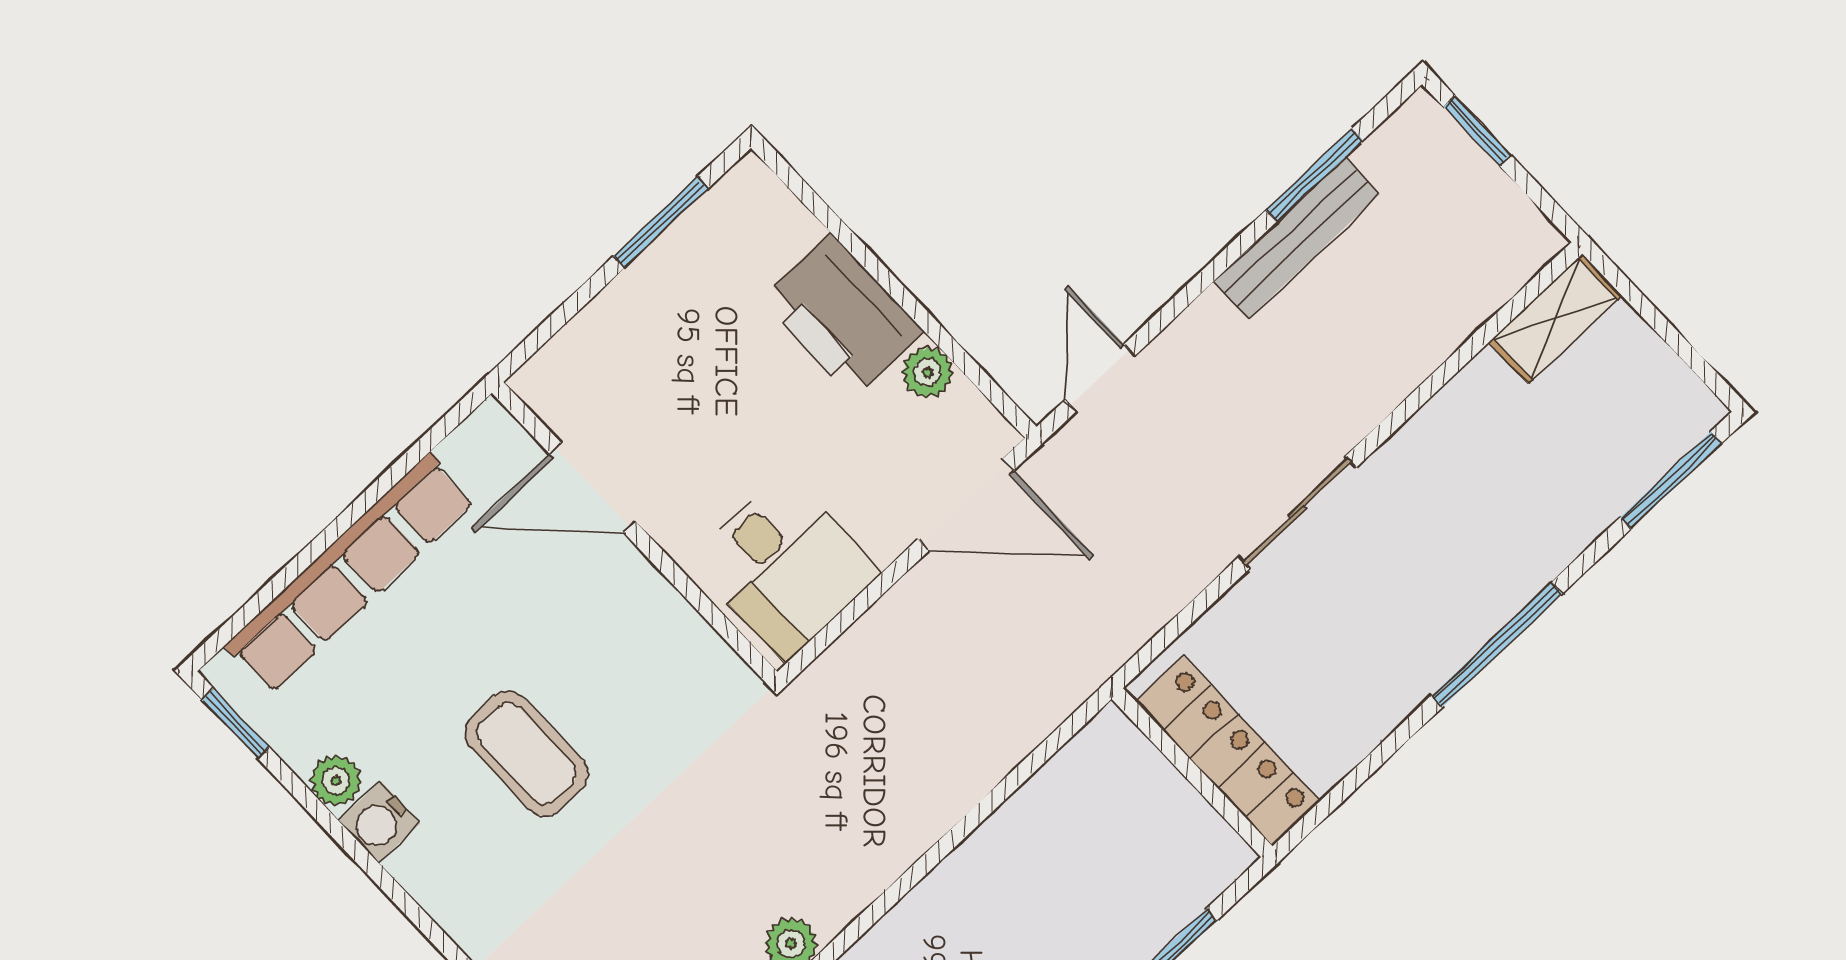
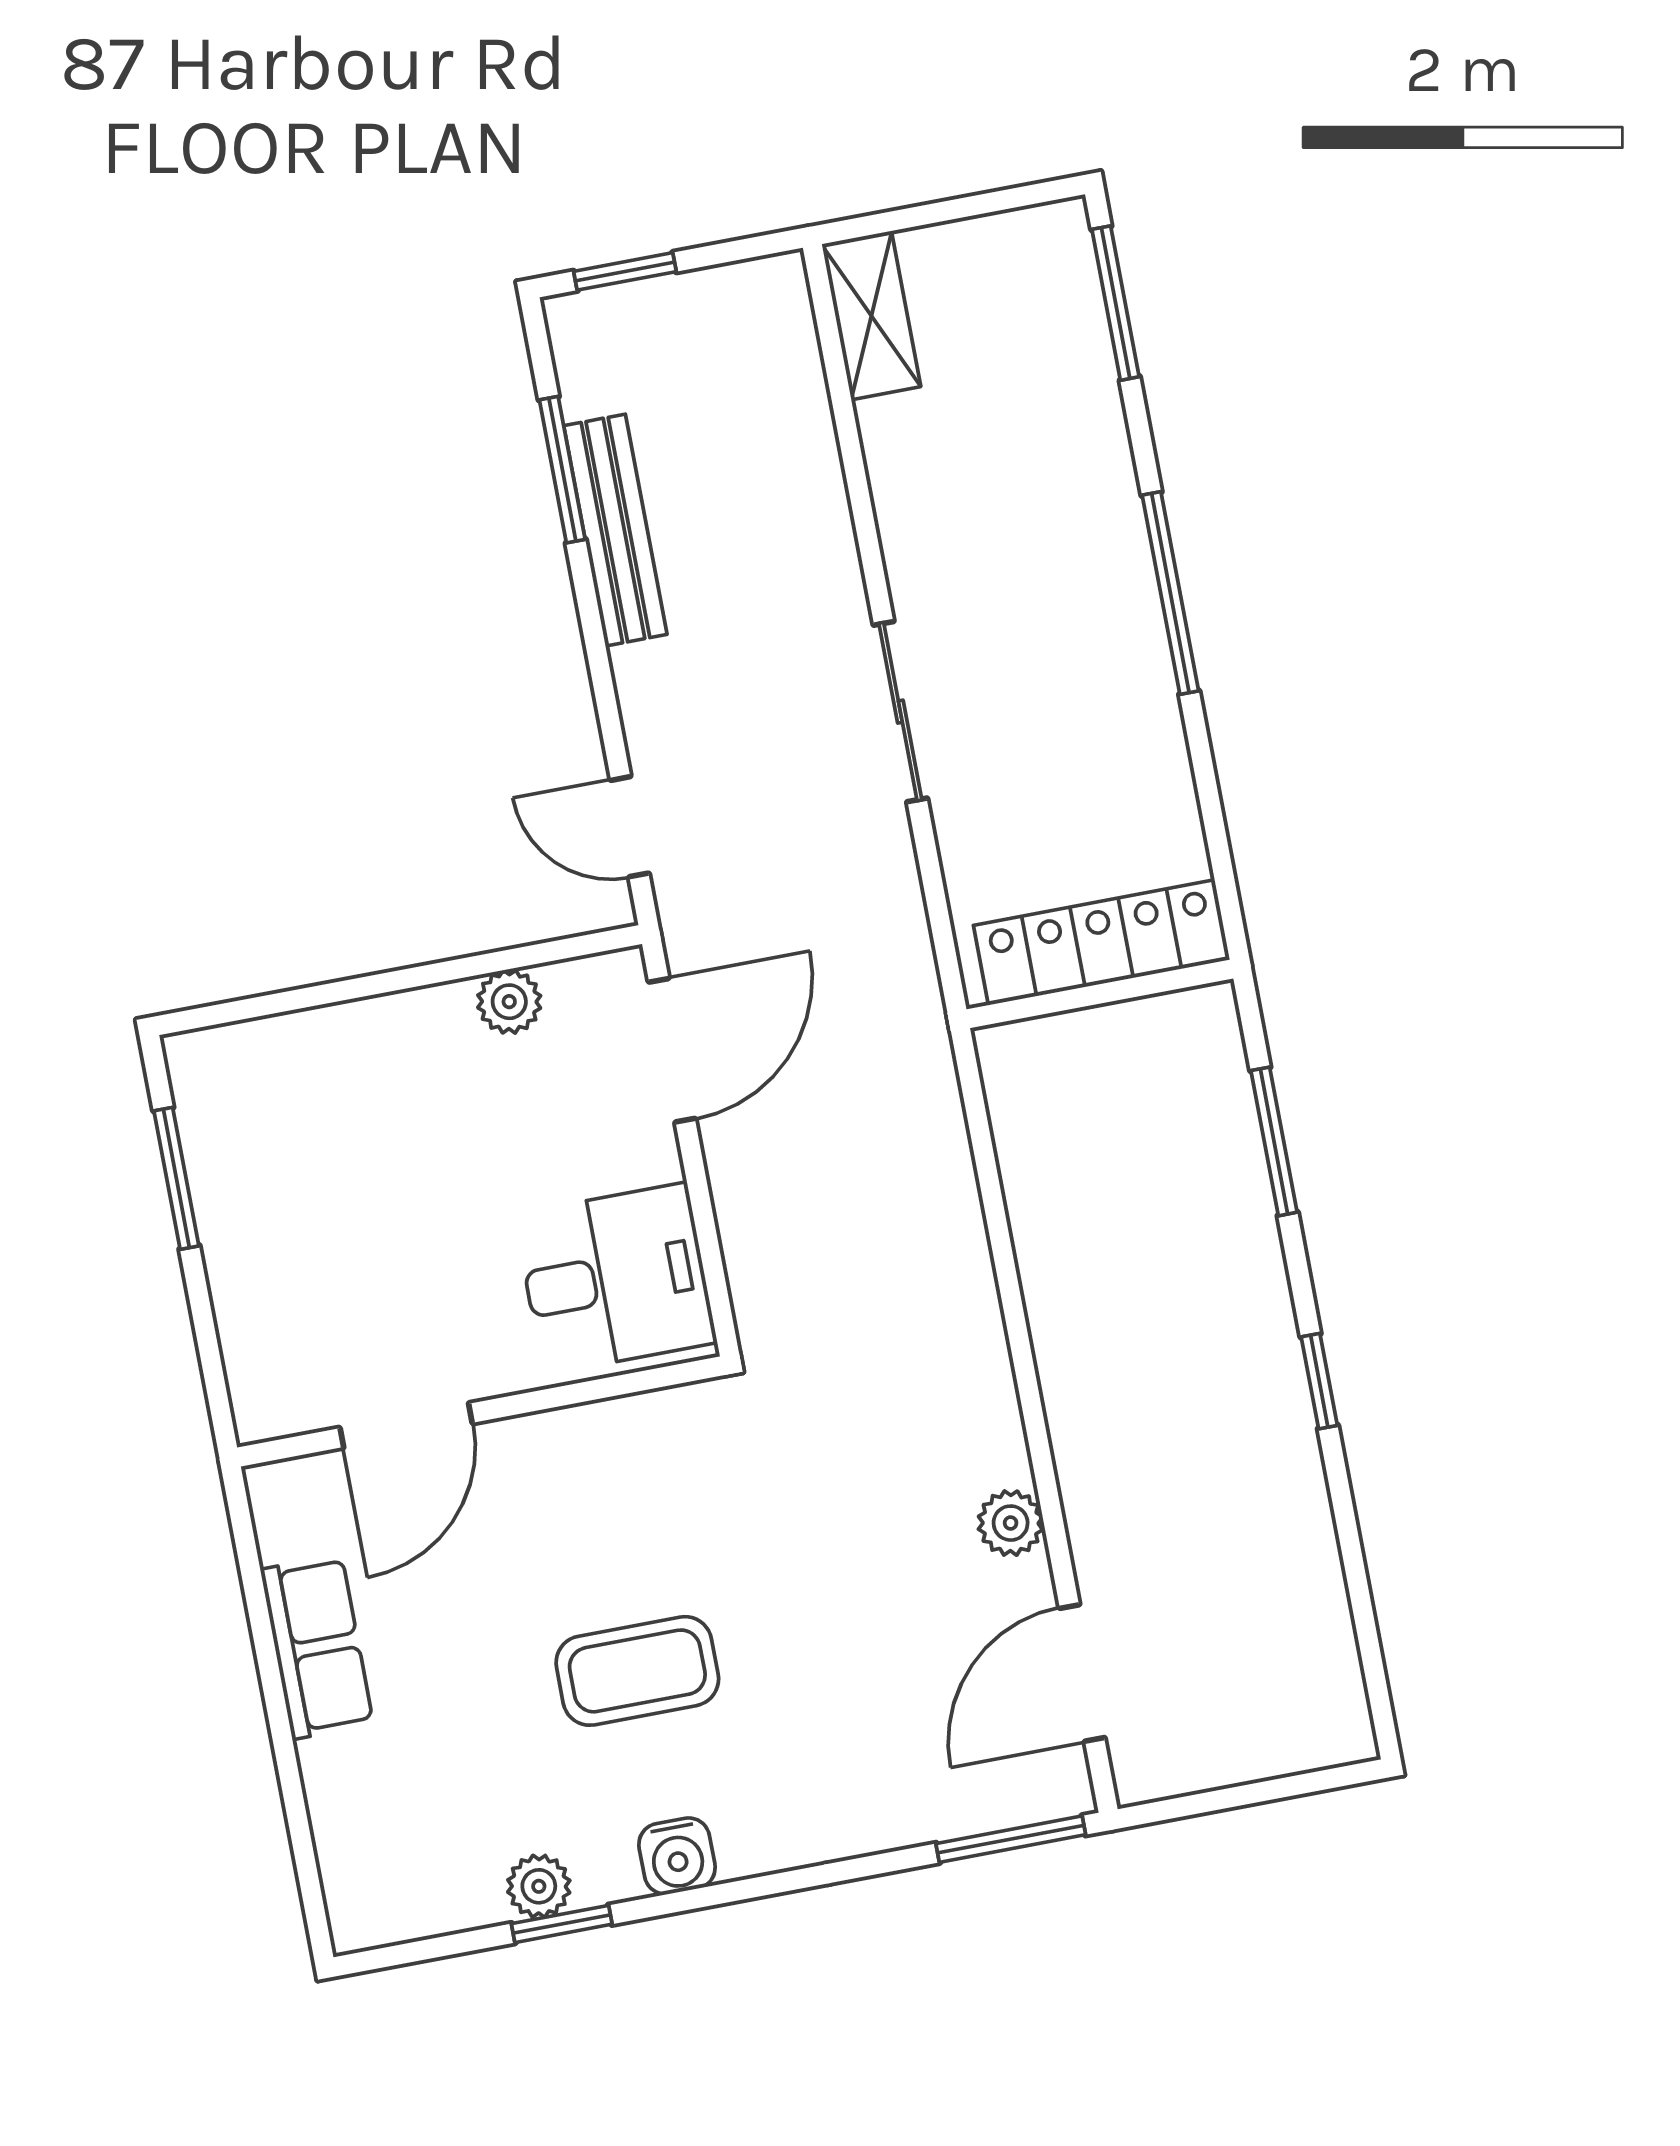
printer: (842, 316) -> (394, 1053), removed
row of seats: (350, 573) -> (317, 1647), width x0.50
window: (236, 723) -> (562, 1924), moved
water cooler: (379, 822) -> (677, 1856), moved

